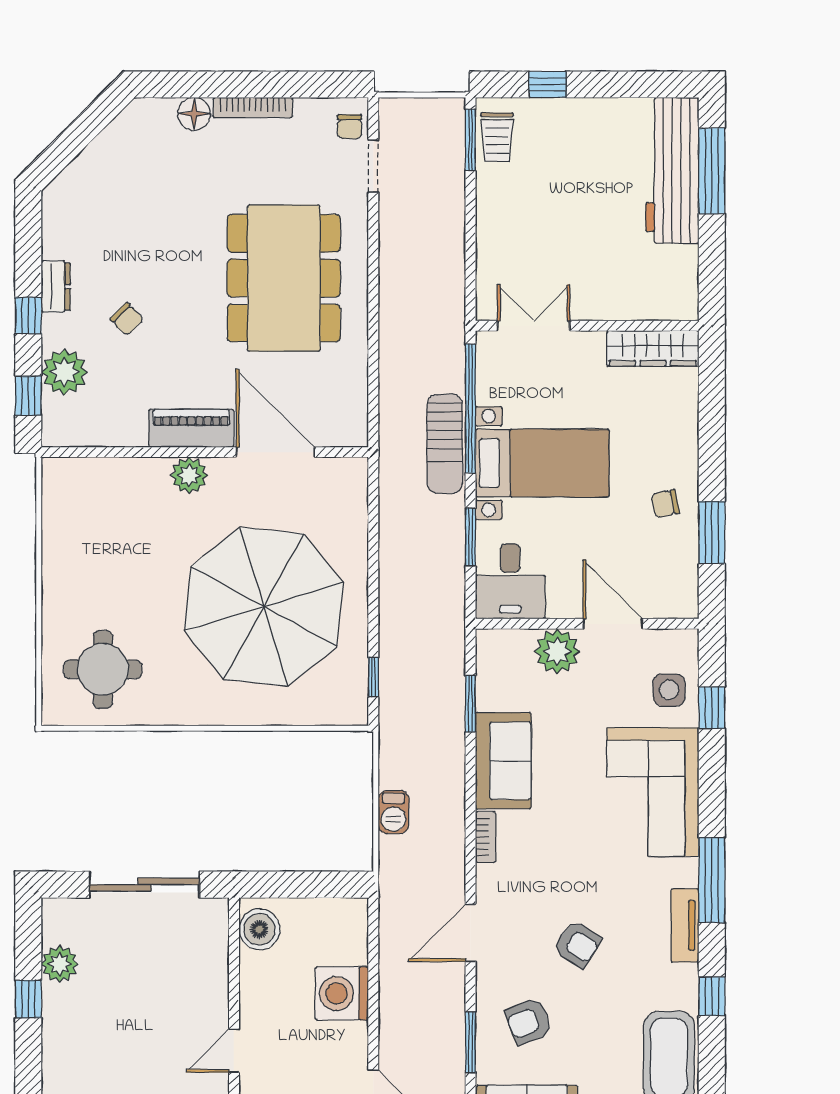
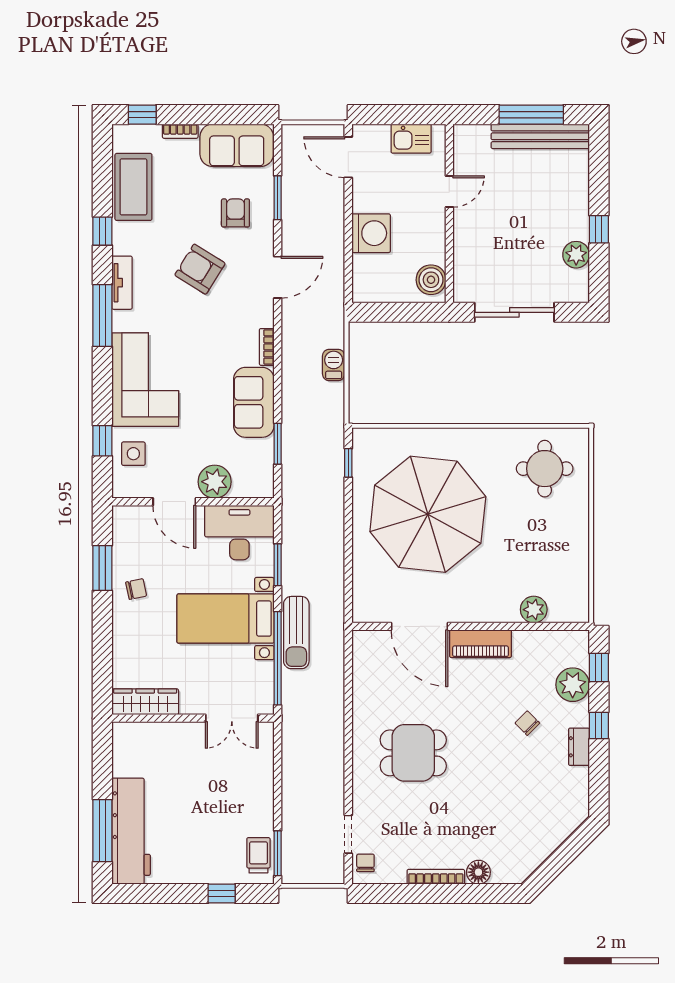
dining table: (284, 278) -> (413, 753), width x0.53, depth x0.80
sun lounger: (445, 444) -> (296, 633), turned 180
plant: (189, 475) -> (534, 610), moved
desk: (510, 581) -> (239, 533), width x1.37
armchair: (577, 944) -> (200, 269), width x1.38, depth x1.38
armchair: (529, 1021) -> (235, 213), turned -69

